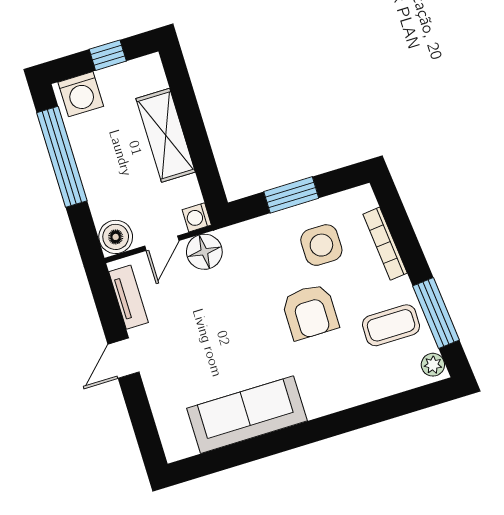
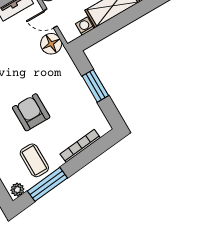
washing machine: (197, 217) -> (85, 26), moved
side table: (321, 245) -> (71, 110), removed
armchair: (310, 312) -> (31, 112), turned 90

